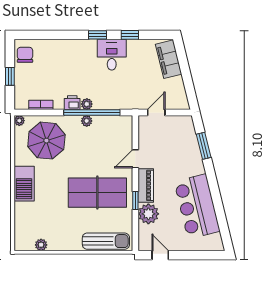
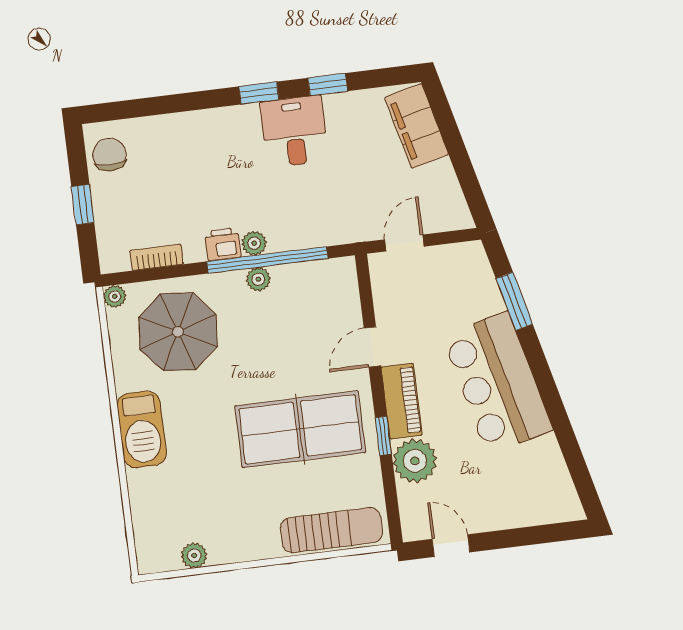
bar counter: (197, 206) -> (498, 383), moved

